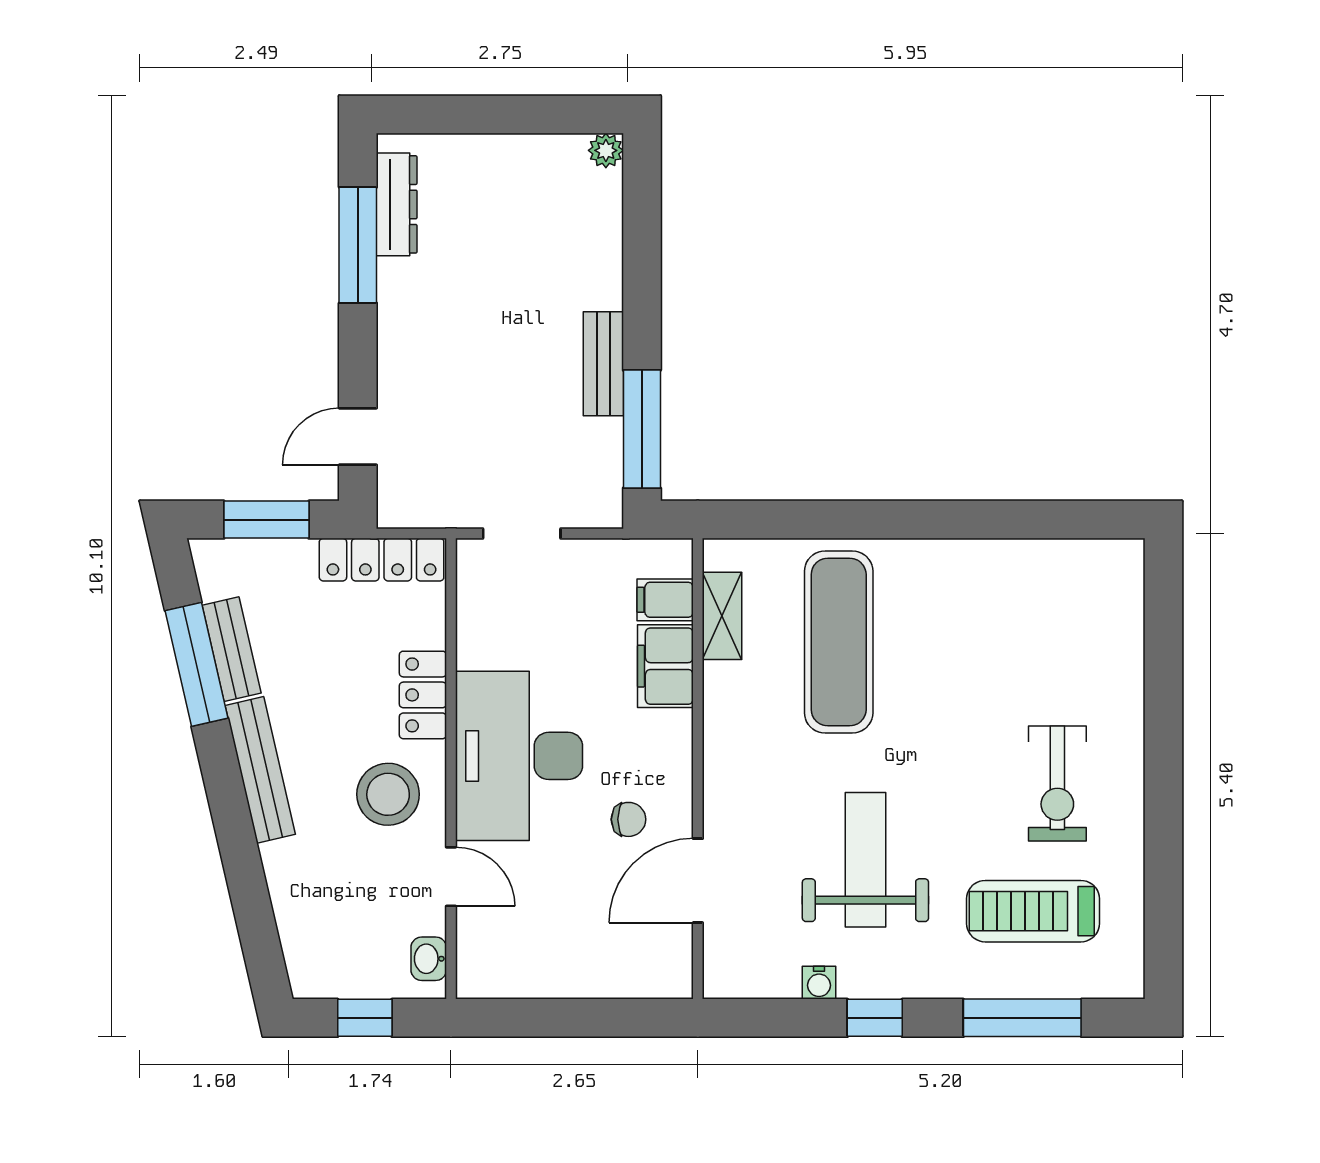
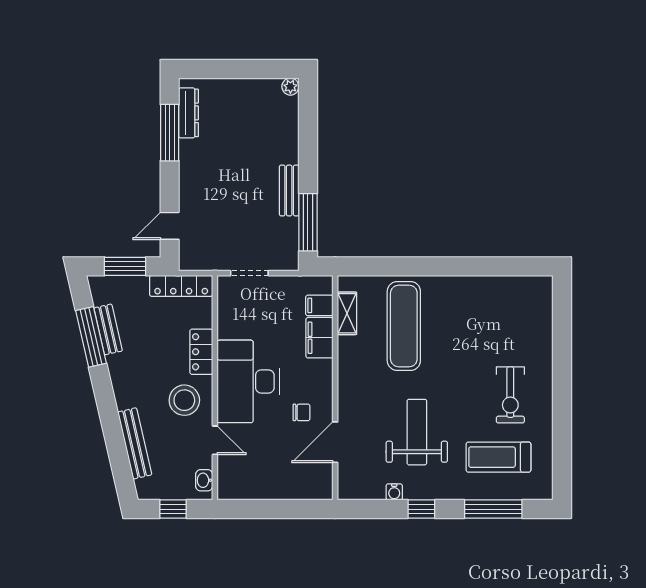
bench: (260, 770) -> (135, 443), moved

